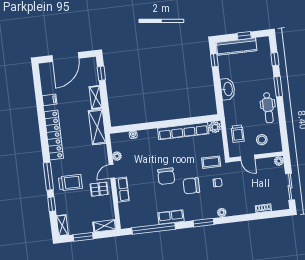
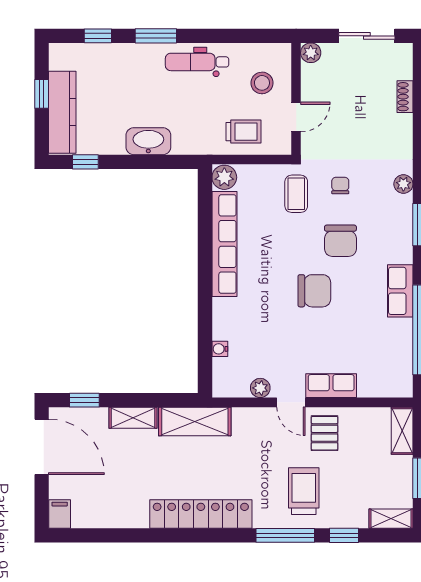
door: (65, 57) -> (42, 447), moved
filing cabinet: (50, 100) -> (60, 514), moved
dental chair: (268, 108) -> (197, 62), turned 180

